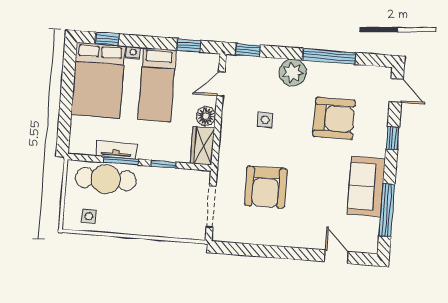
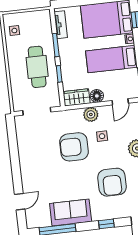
door: (221, 84) -> (120, 102), swing flipped
plant: (231, 130) -> (91, 114), added
tv unit: (116, 150) -> (61, 25), moved
cafe table: (106, 179) -> (37, 67), moved
armchair: (266, 187) -> (74, 147), moved

